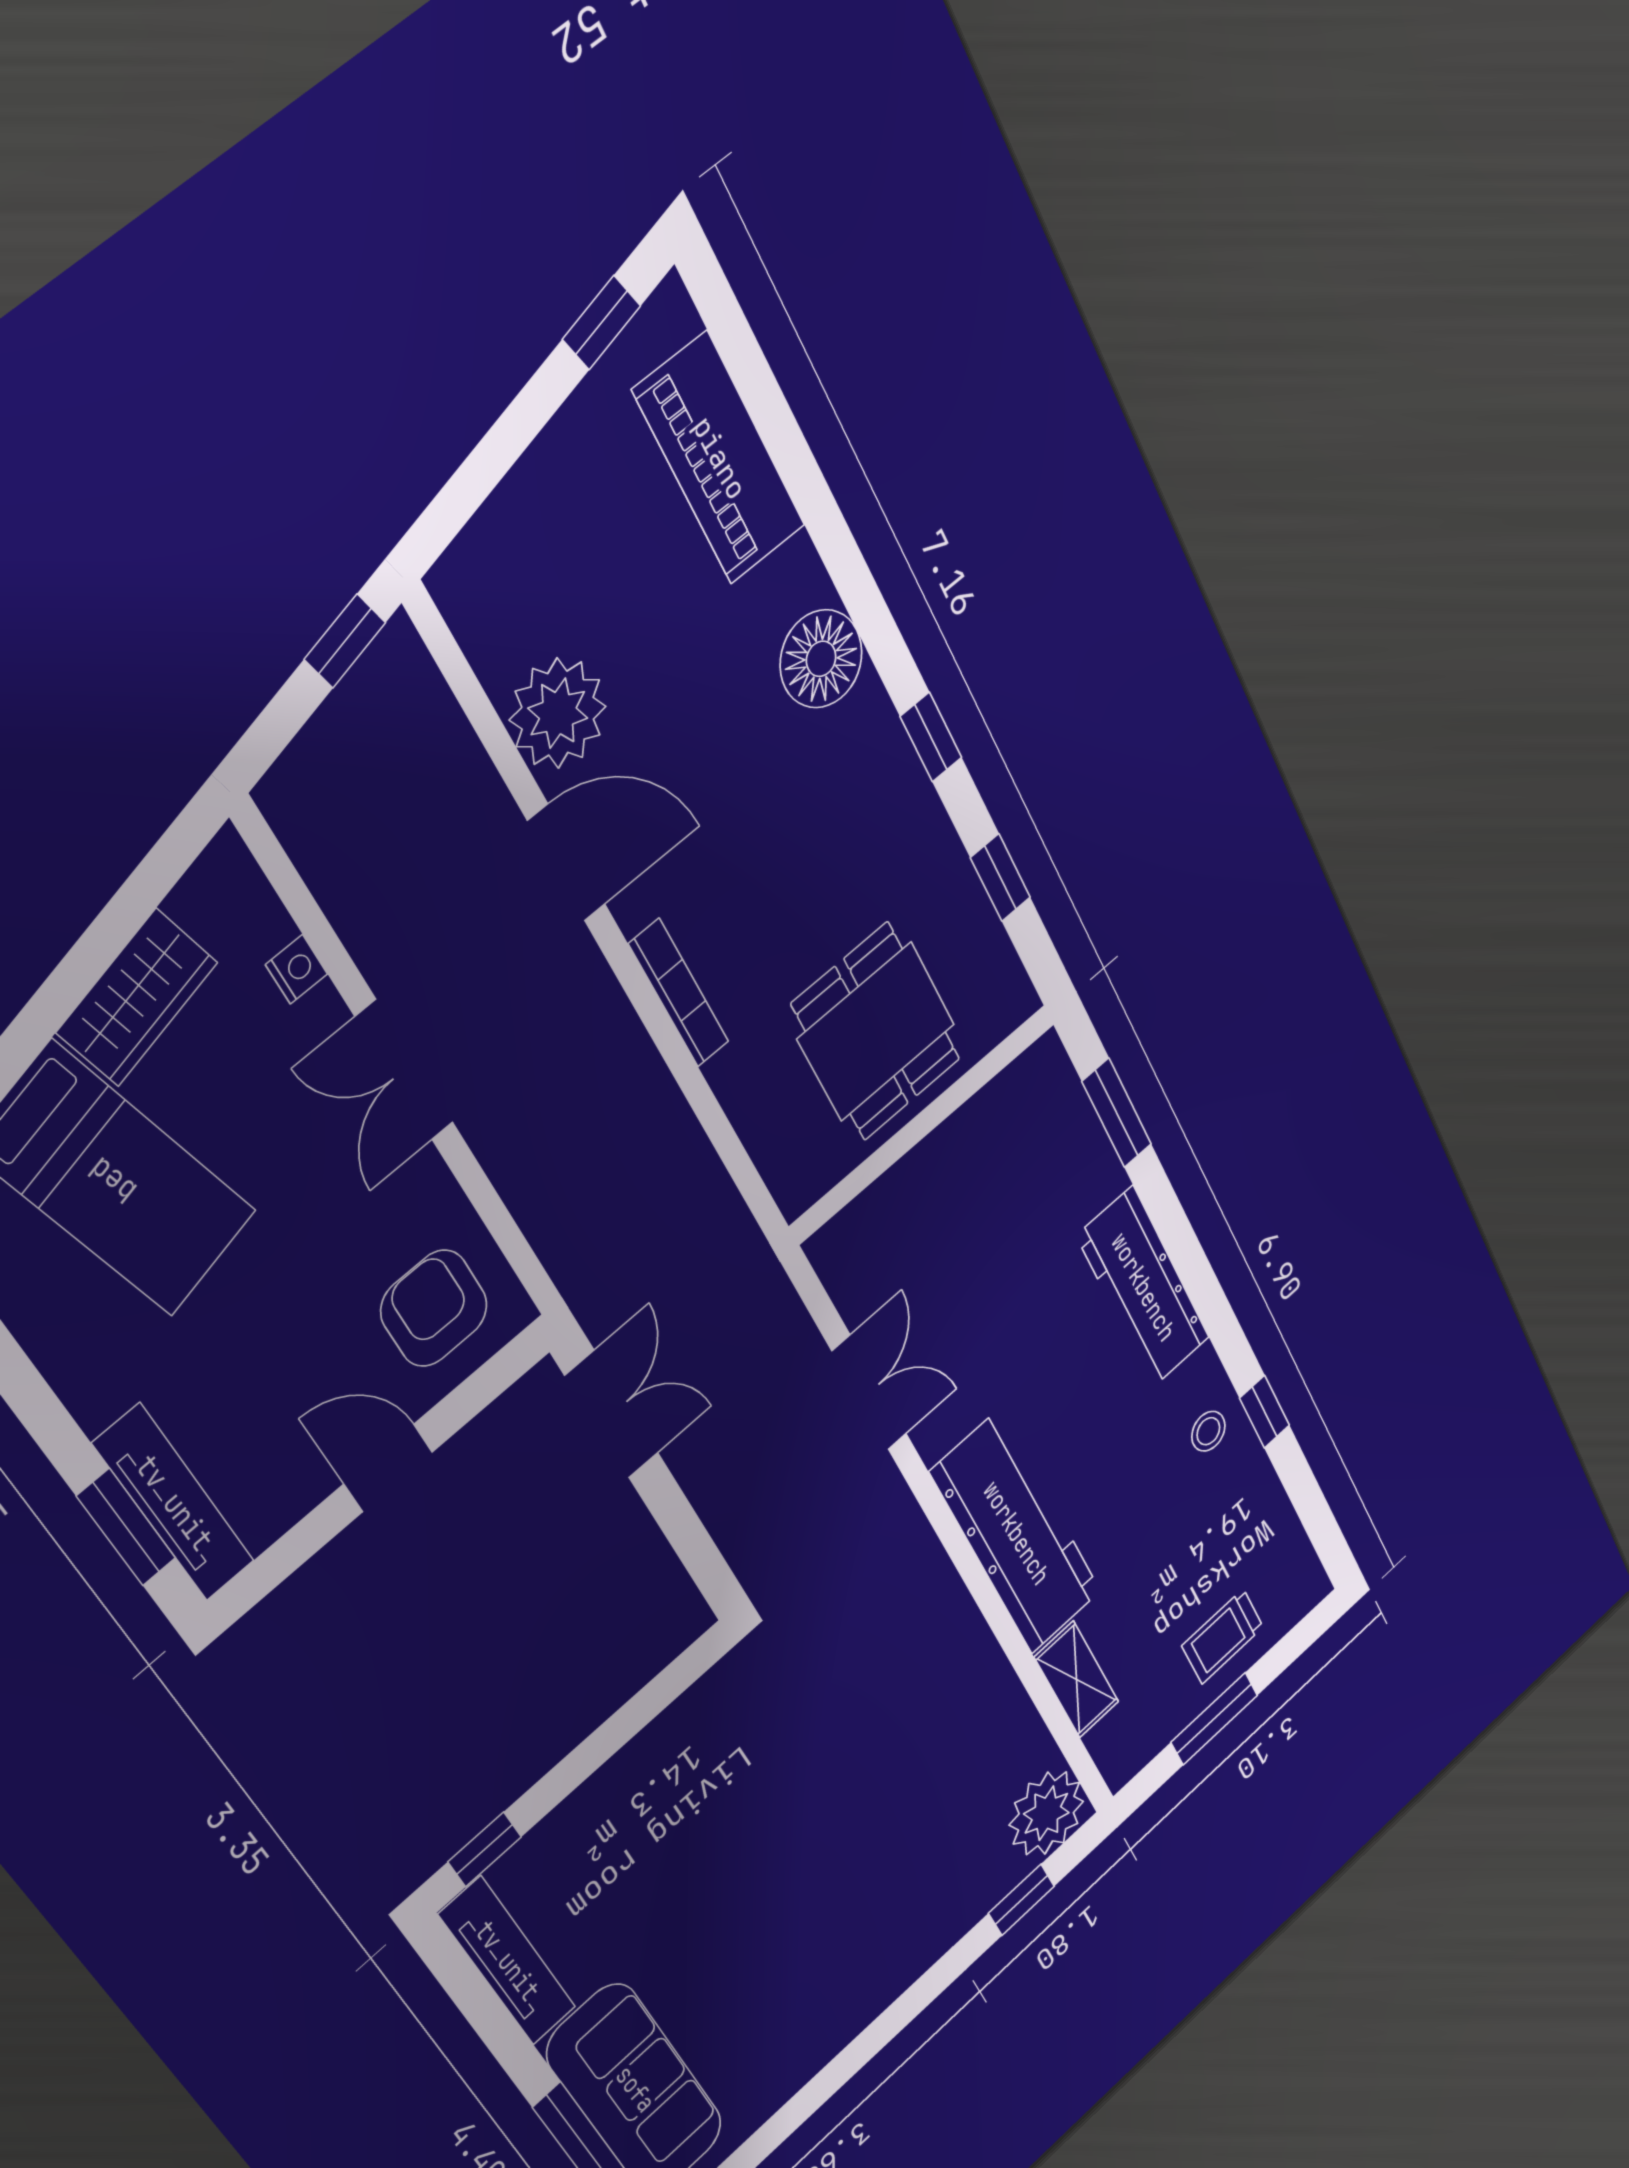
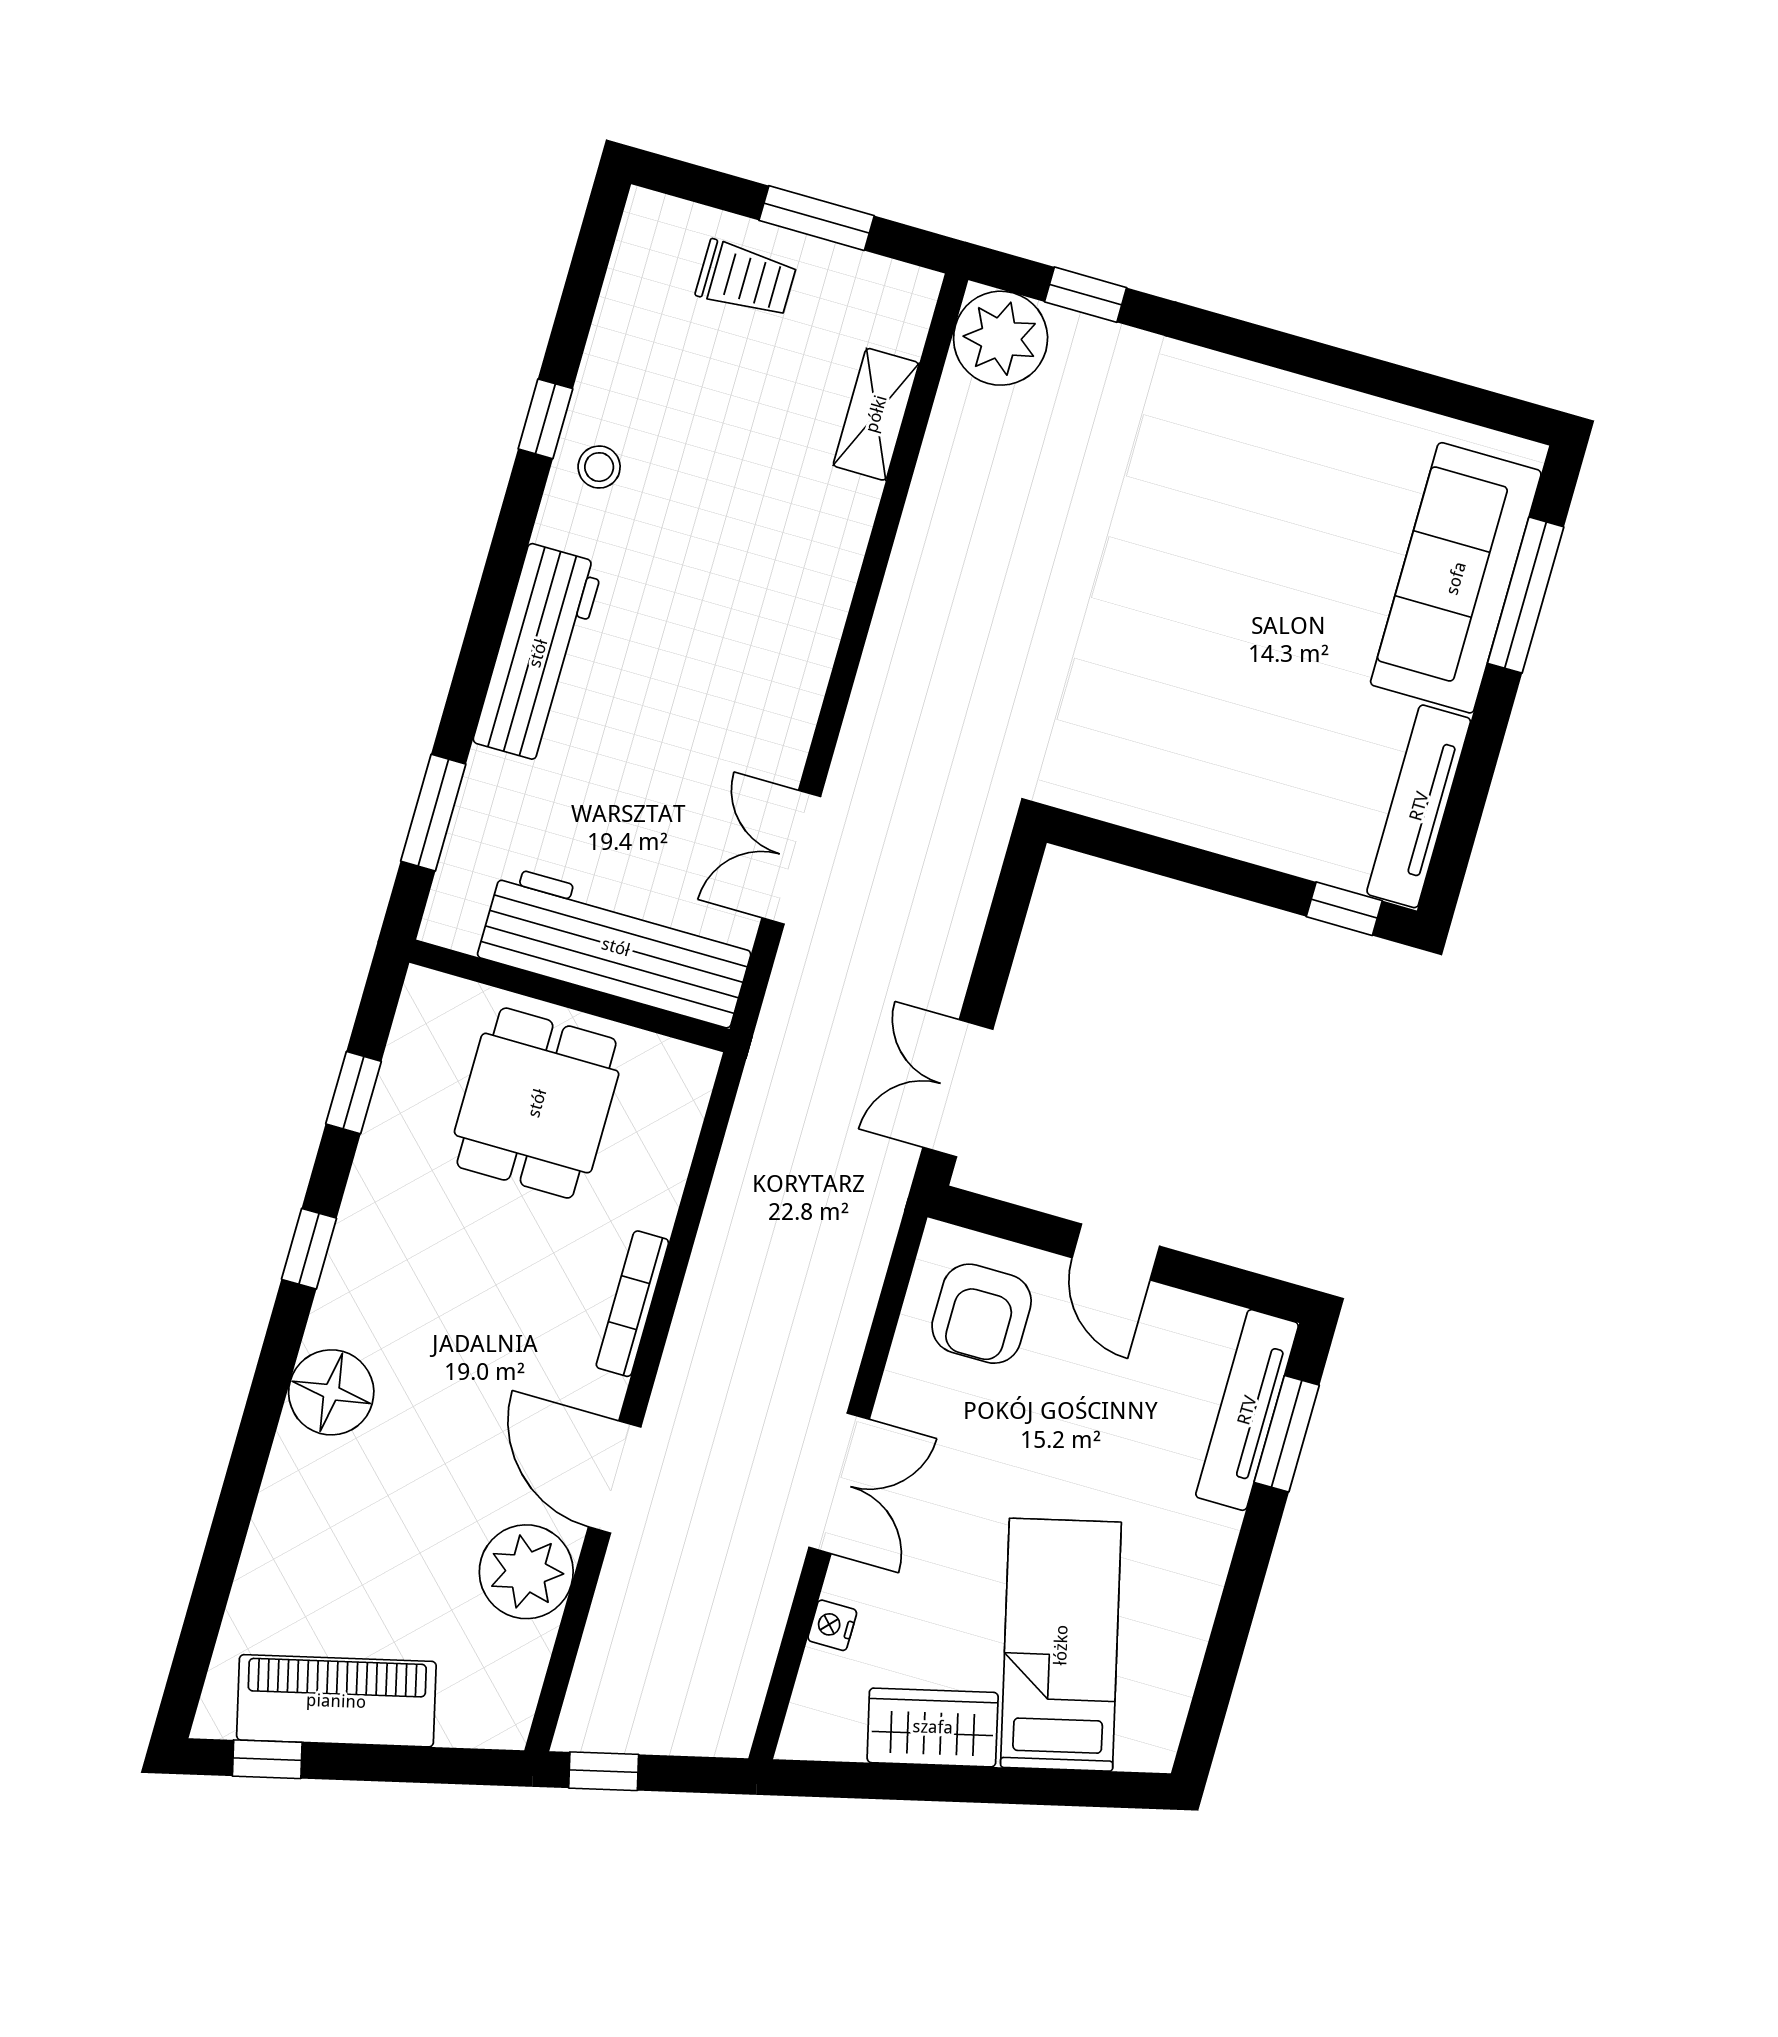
piano: (719, 458) -> (336, 1701), moved, turned -104
workbench: (1016, 1533) -> (616, 947), moved, turned 90

